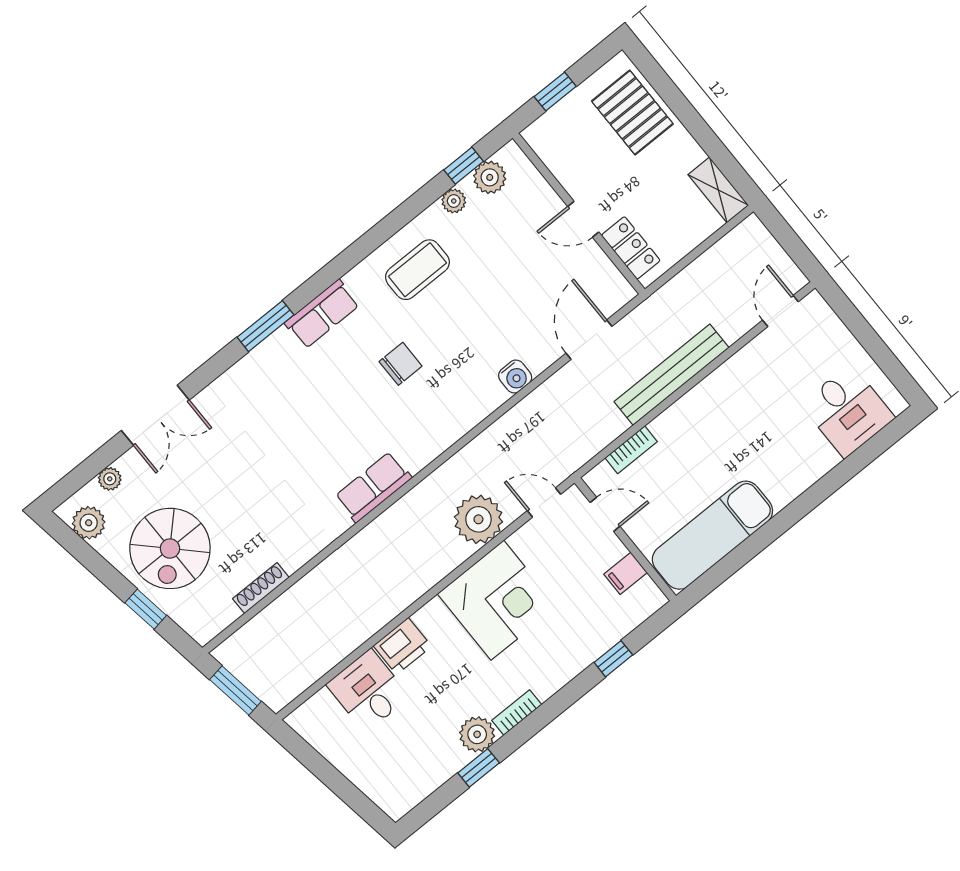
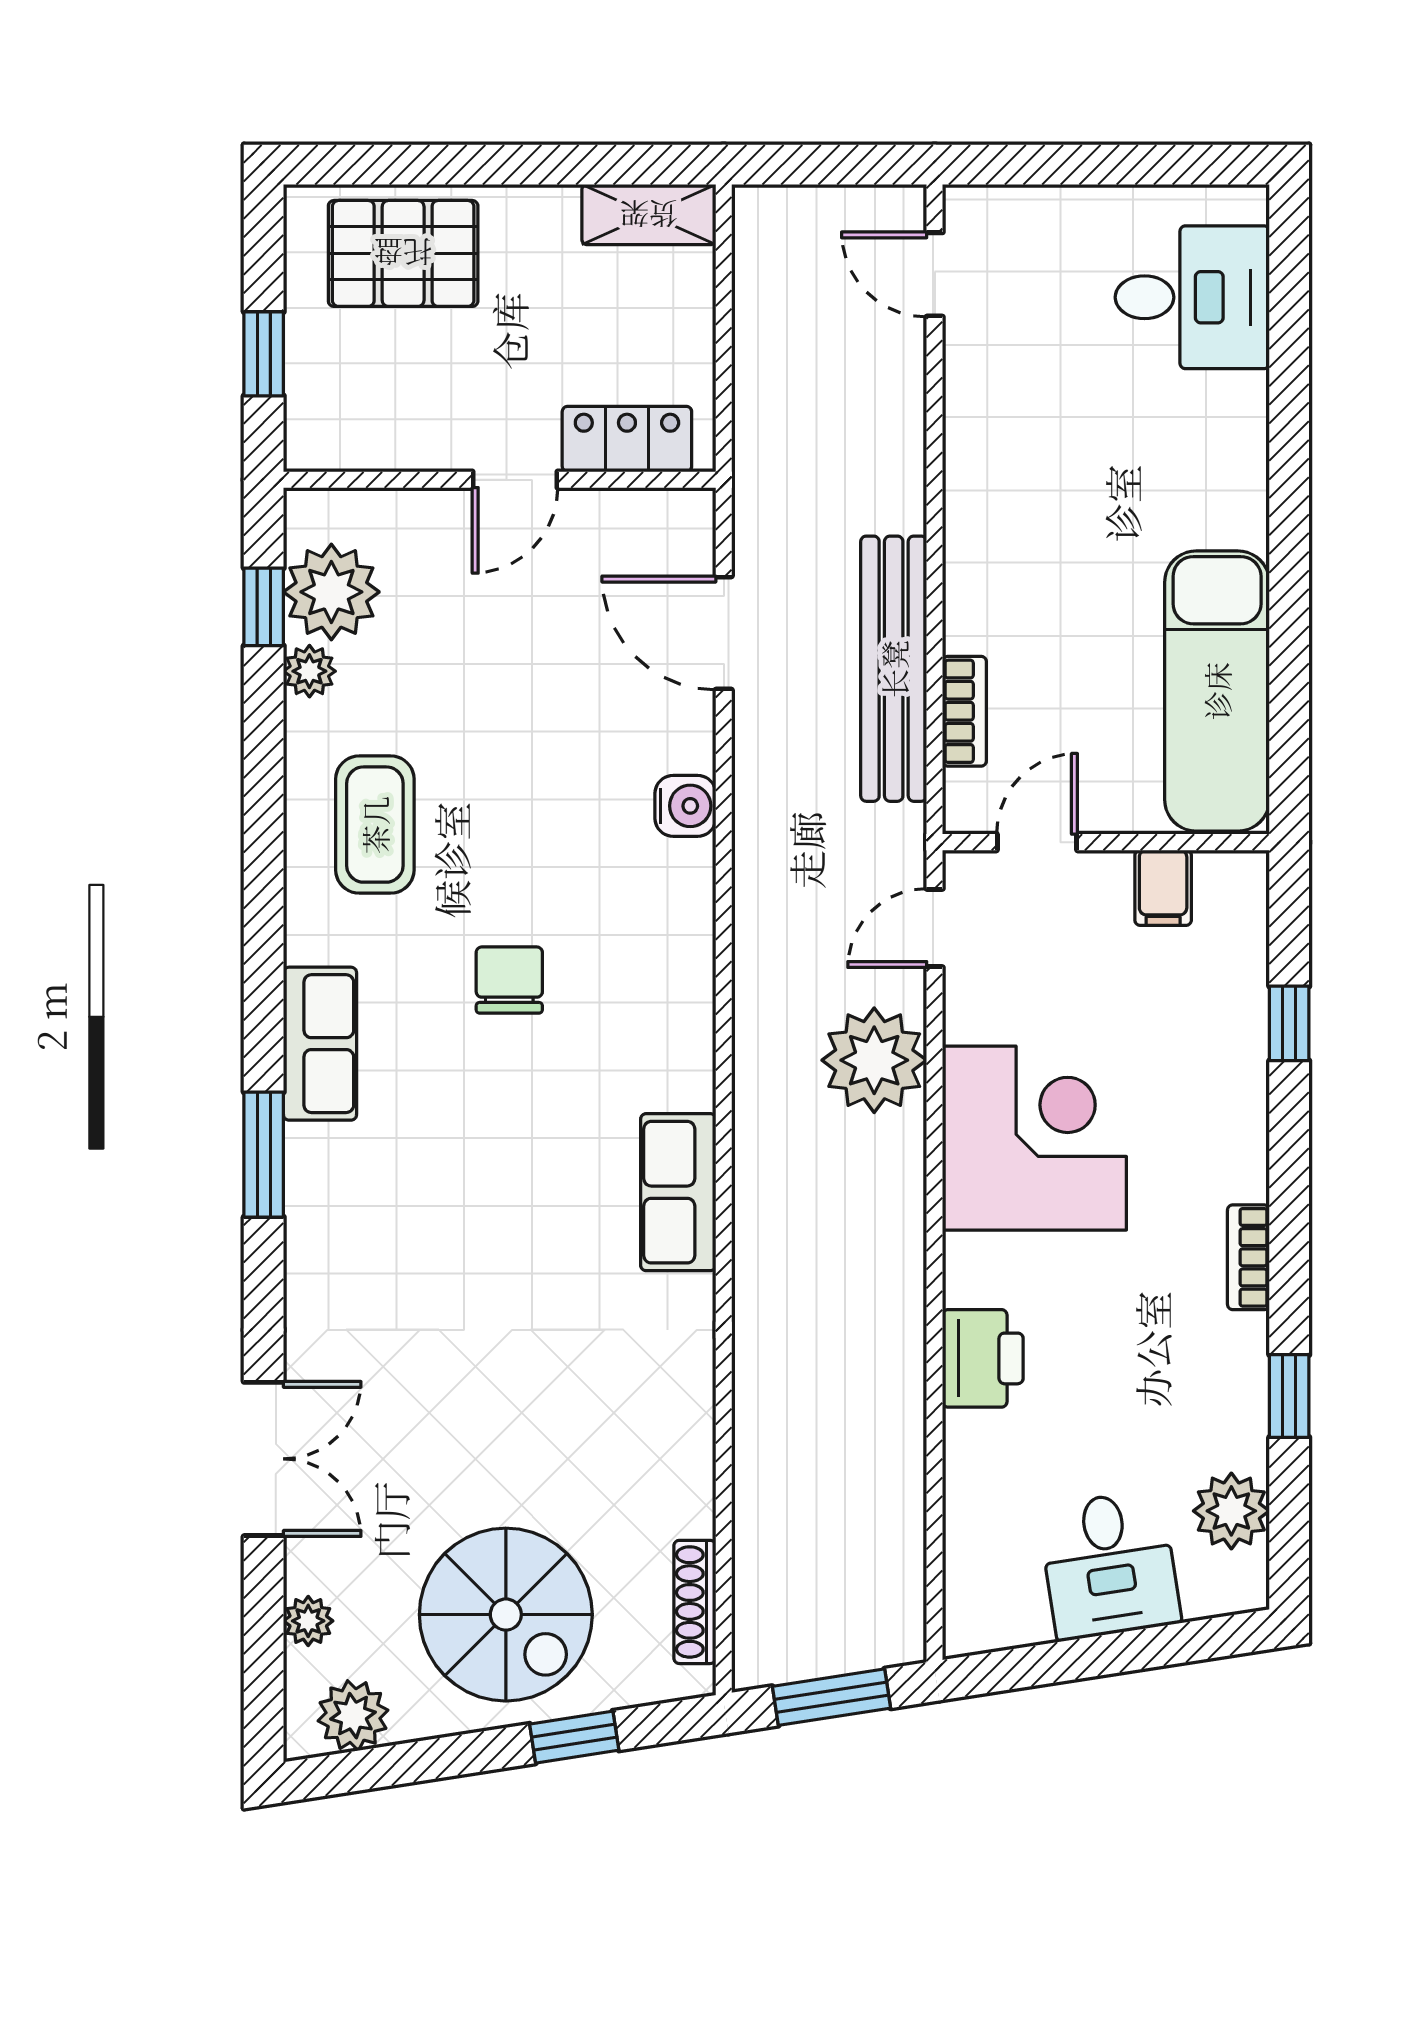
plant: (490, 177) -> (331, 592), width x1.36, depth x1.36
bench: (672, 375) -> (894, 669), moved
shoe rack: (261, 588) -> (695, 1602), moved
desk: (368, 691) -> (1109, 1565), moved, turned -99
plant: (477, 734) -> (1231, 1511), moved

